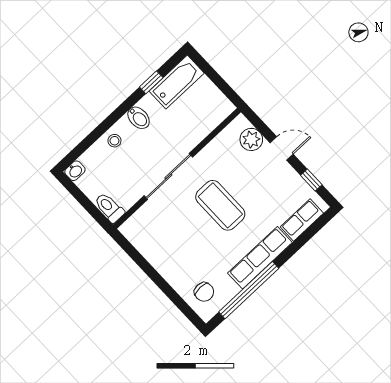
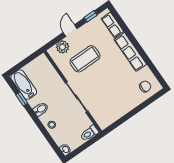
coffee table: (220, 205) -> (85, 59), moved
window: (249, 290) -> (148, 61), removed

